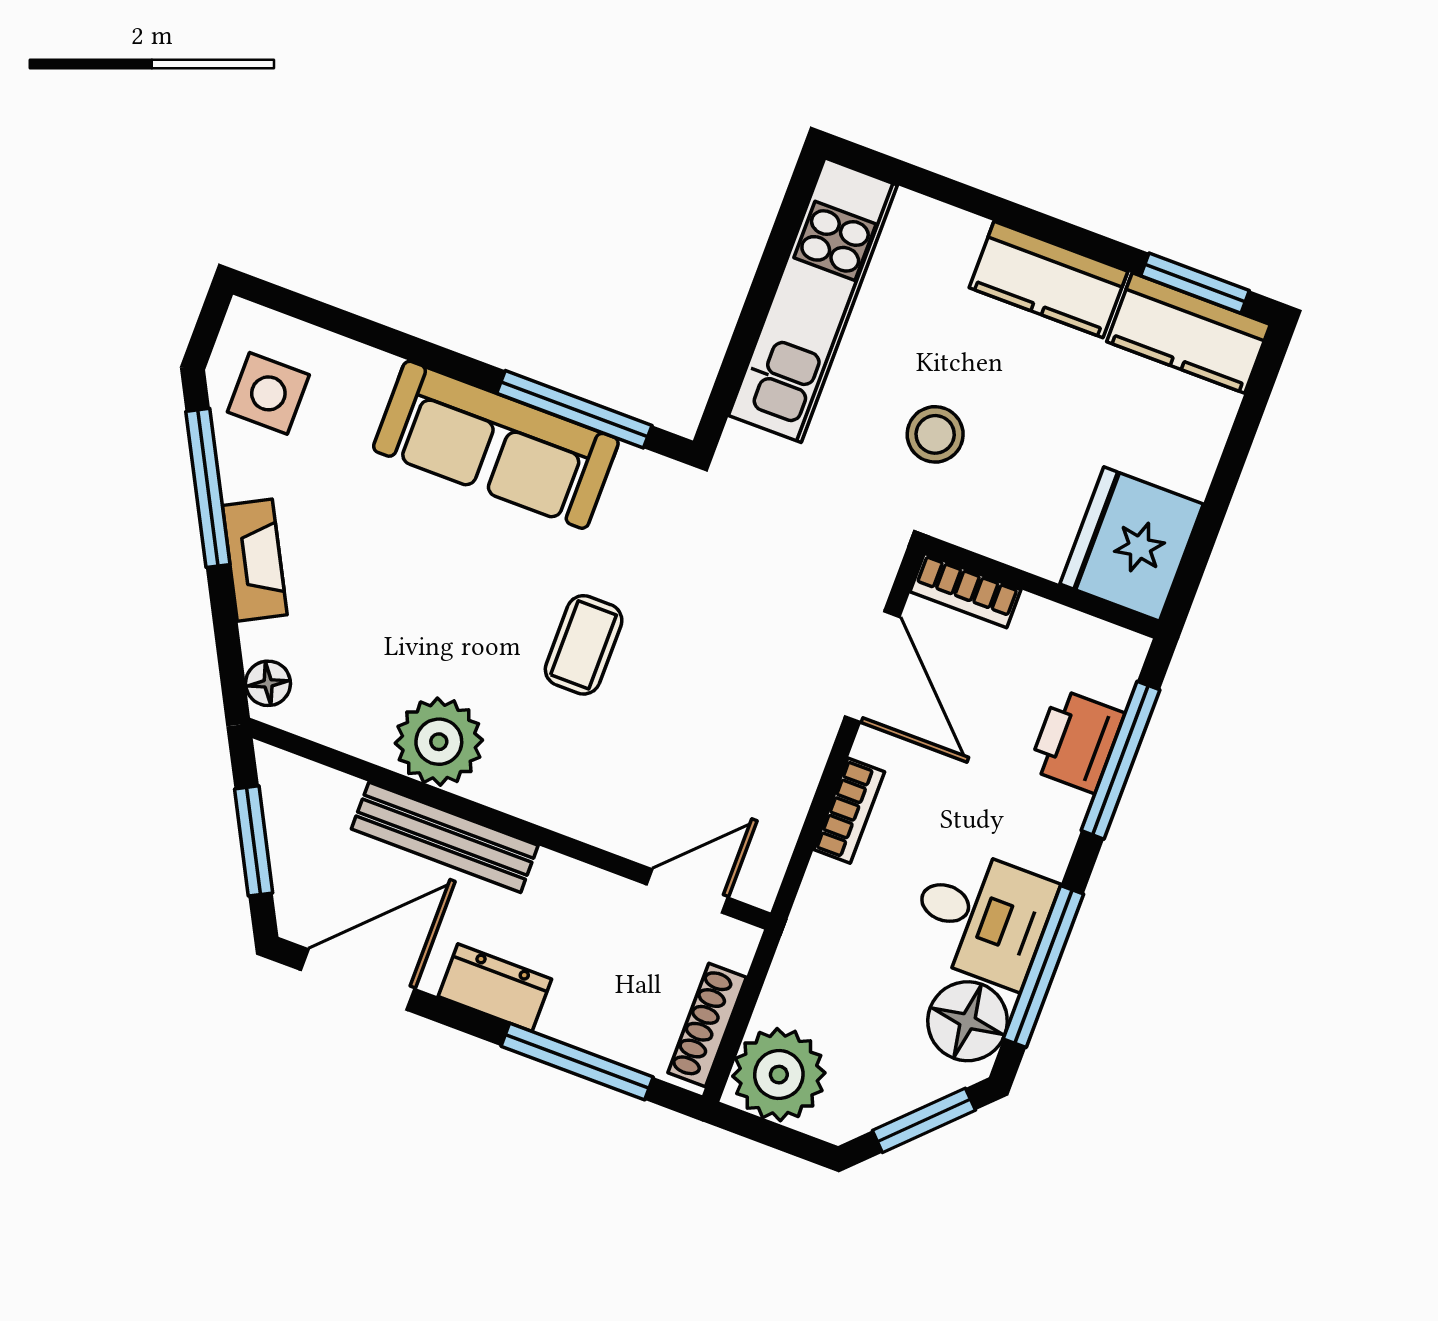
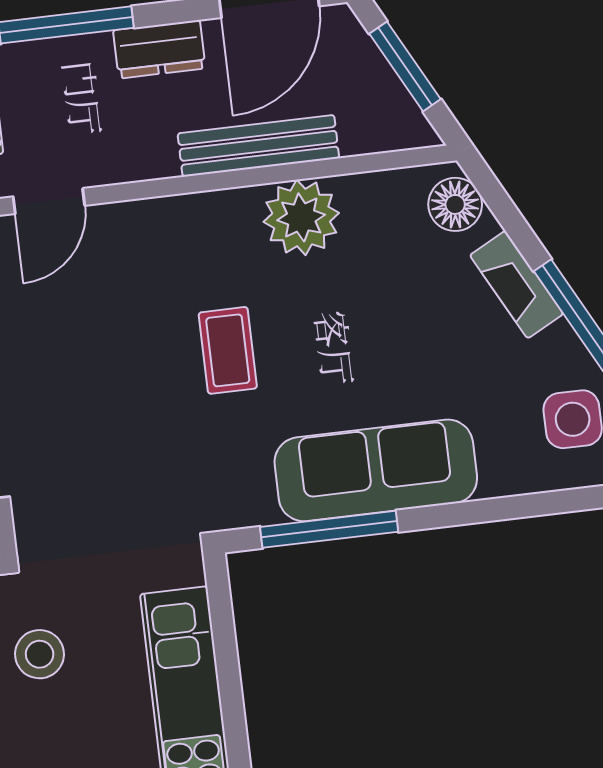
floor lamp: (268, 683) -> (455, 204), width x1.37, depth x1.37

